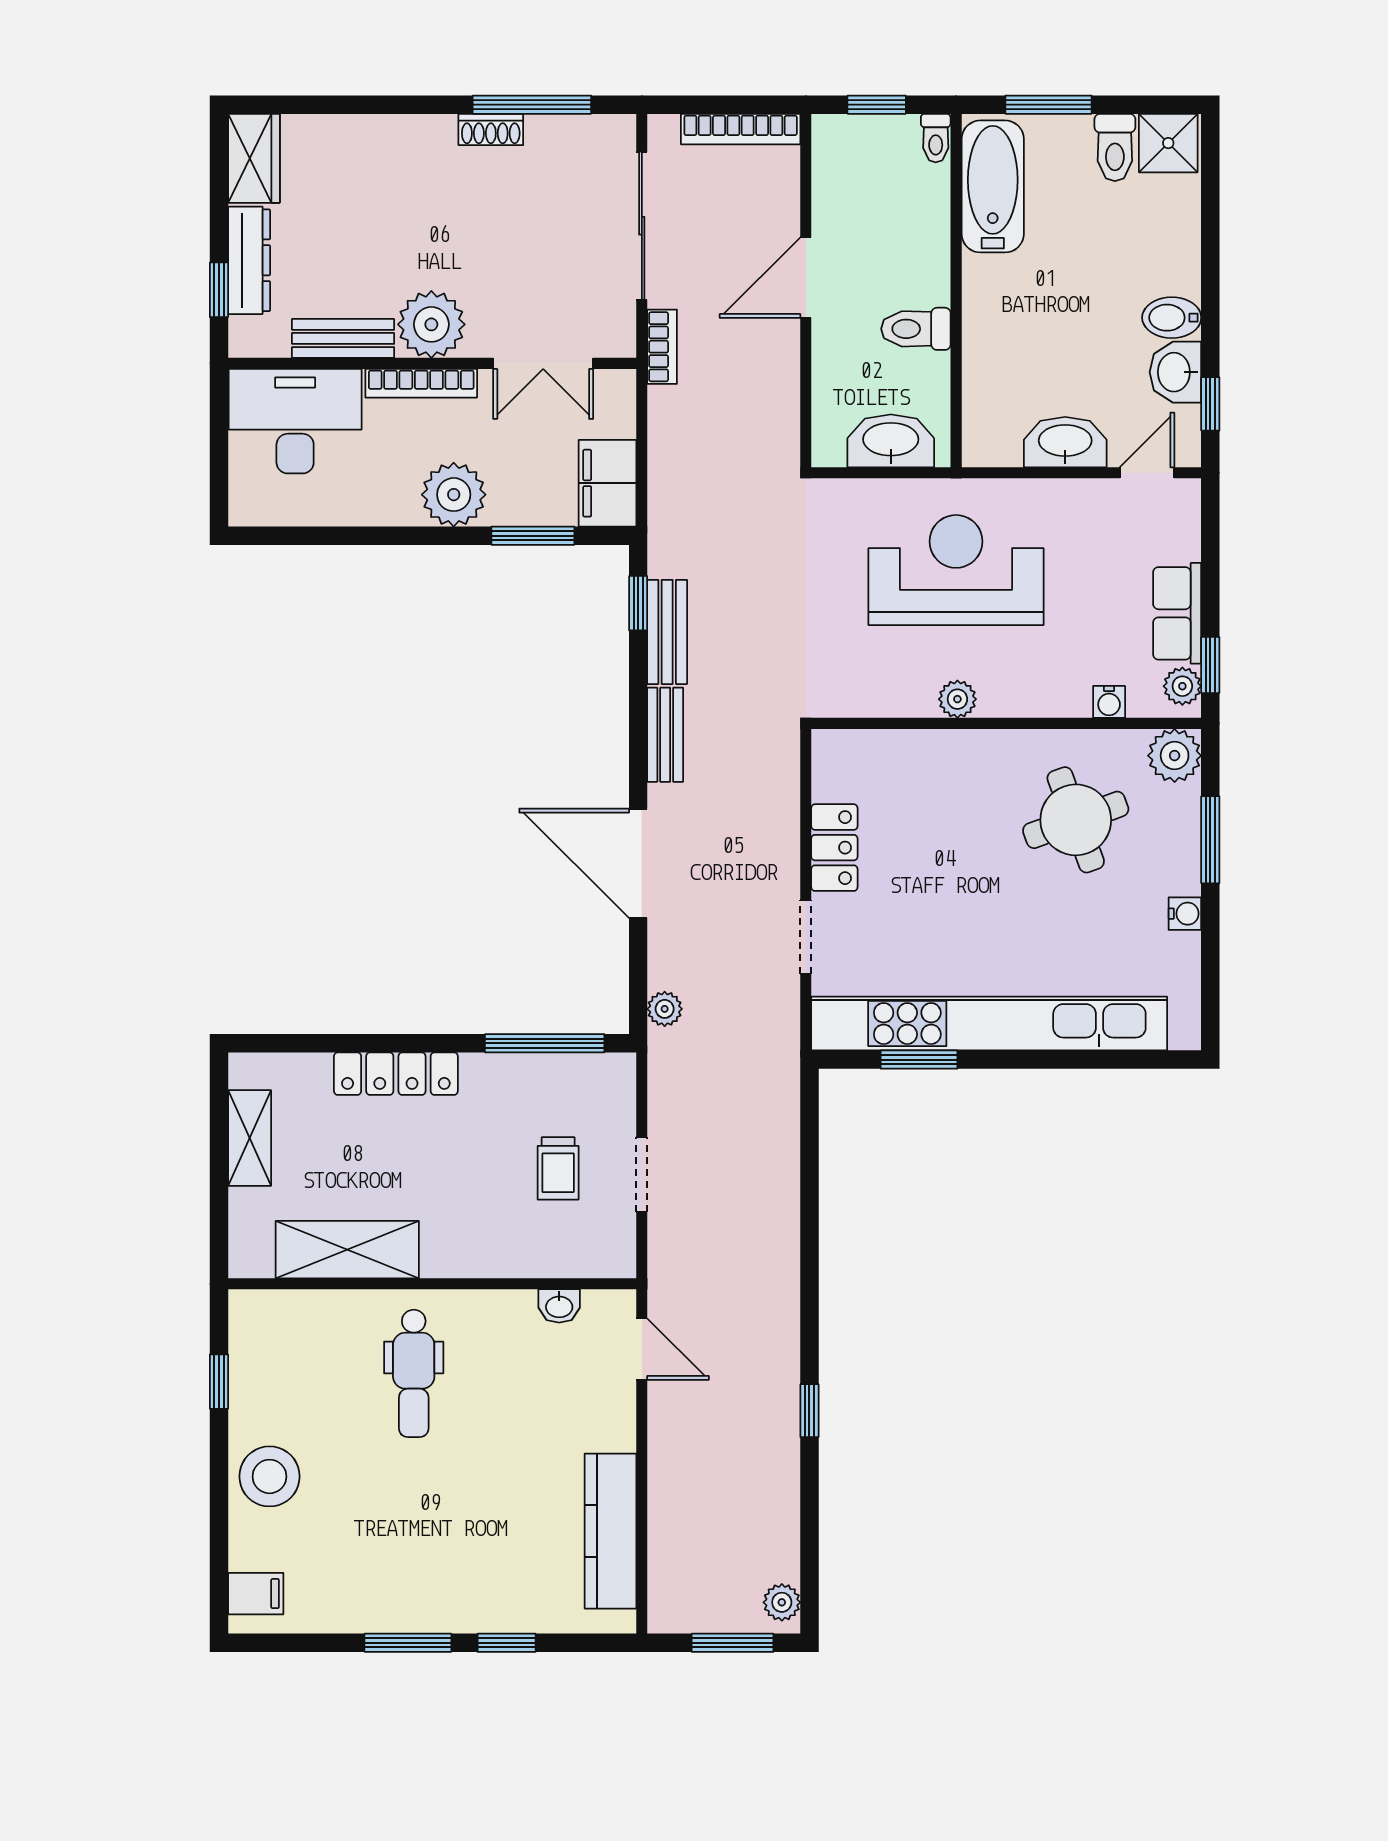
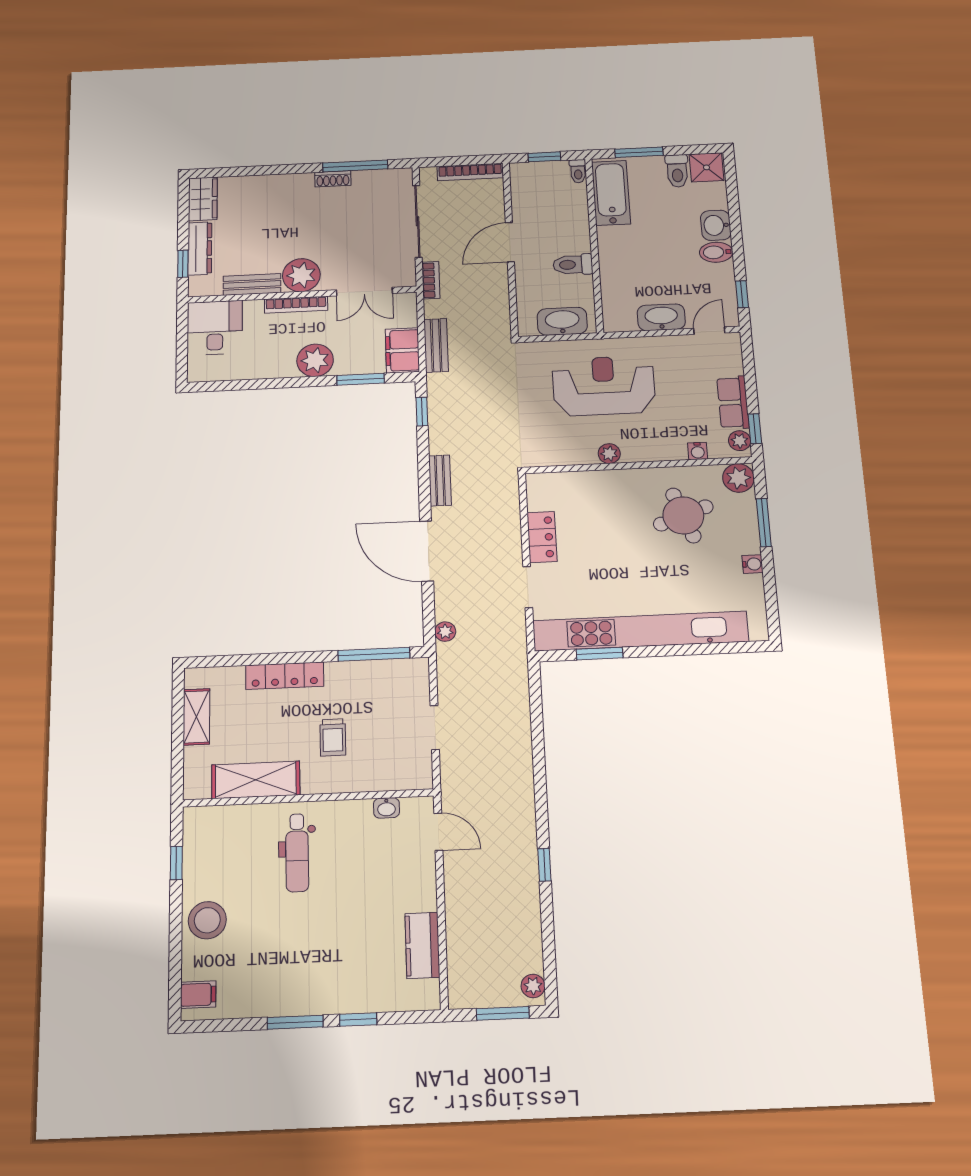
washbasin: (1175, 372) -> (716, 225), moved
desk: (295, 421) -> (215, 328), width x0.73
bench: (667, 632) -> (436, 345), moved
trolley: (558, 1168) -> (333, 737), moved
kitchen counter: (610, 1531) -> (422, 945), width x0.67

